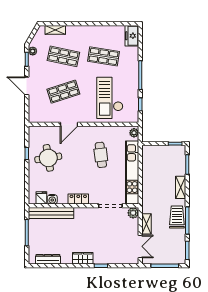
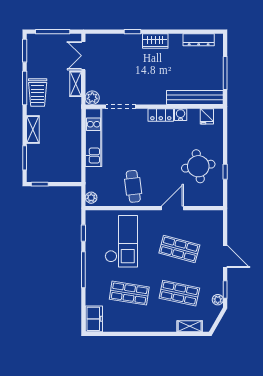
shop shelf: (63, 92) -> (179, 249), turned 33
cafe table: (101, 155) -> (133, 186), moved
kitchen unit: (132, 172) -> (94, 138), width x0.73
water cooler: (52, 199) -> (181, 115), moved

